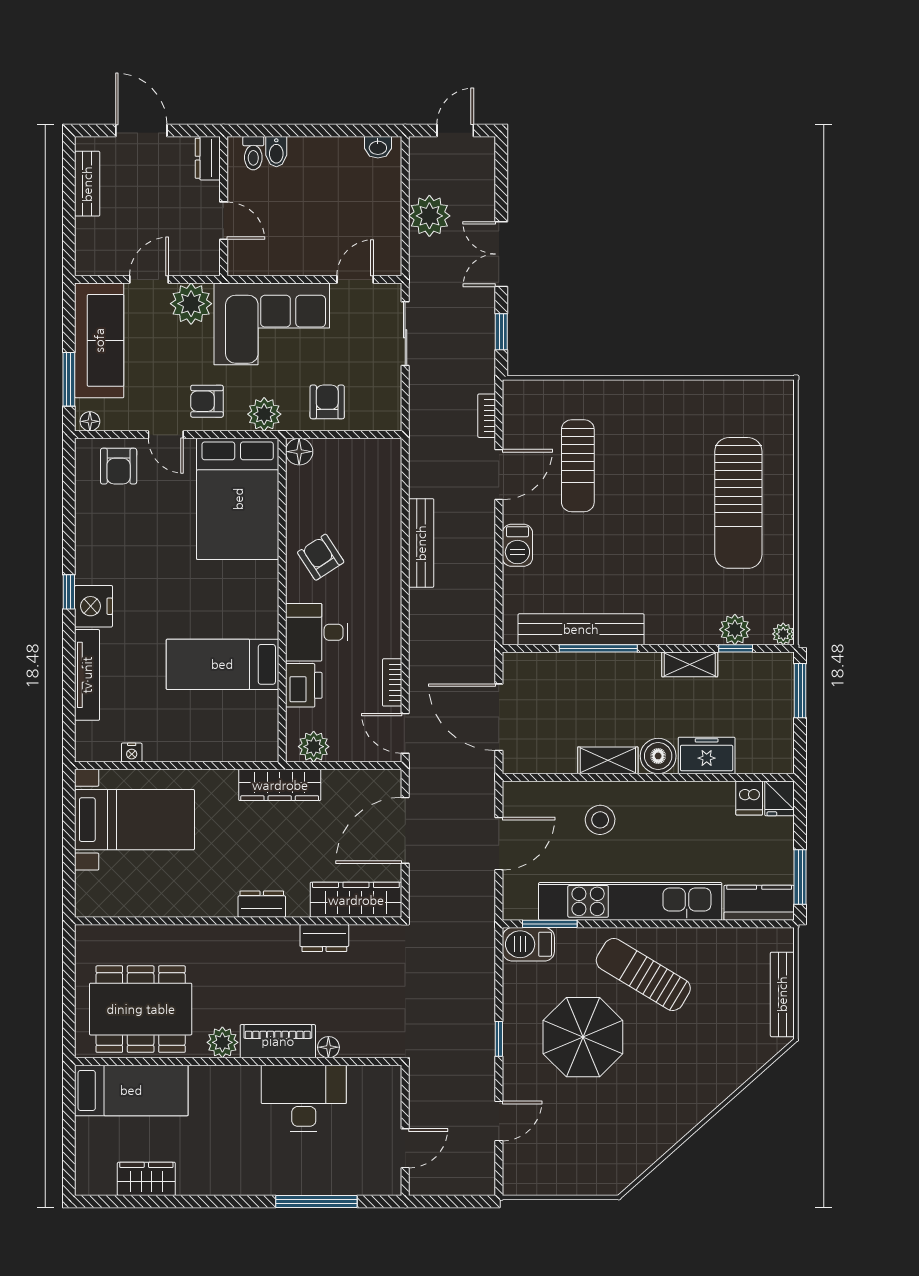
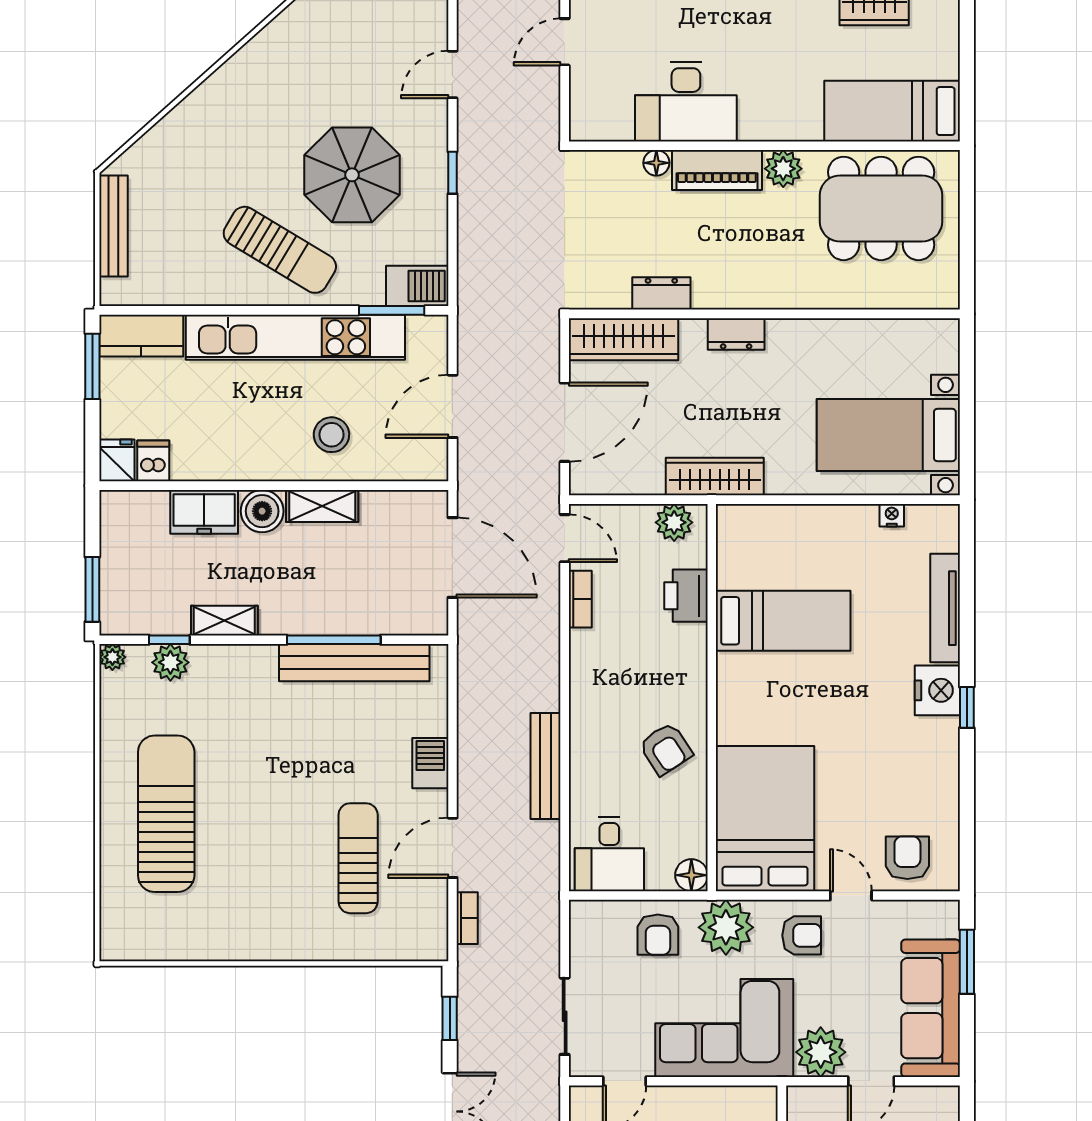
plant: (264, 414) -> (726, 927), width x1.36, depth x1.36
floor lamp: (90, 421) -> (942, 911), removed
desk: (317, 632) -> (609, 854), moved, turned 90

